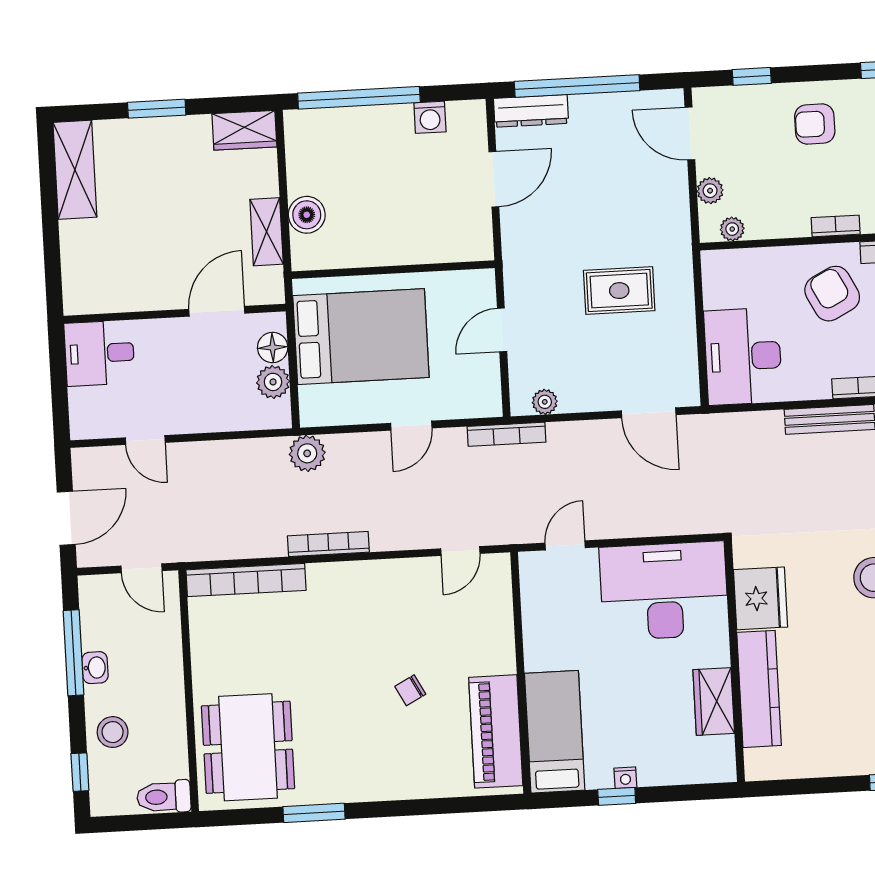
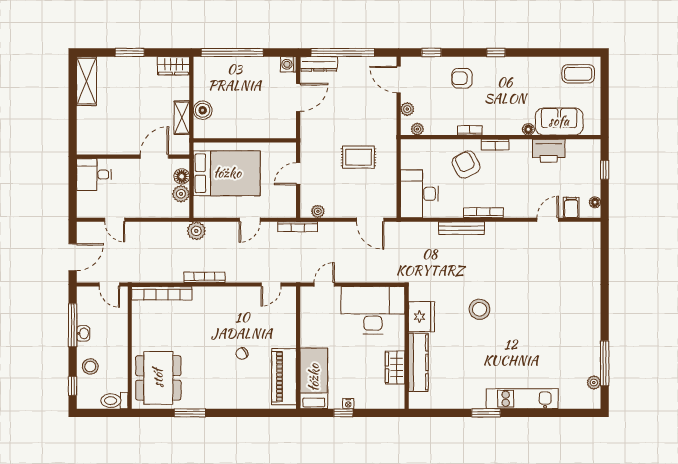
washing machine: (430, 117) -> (288, 64), moved, turned 90

